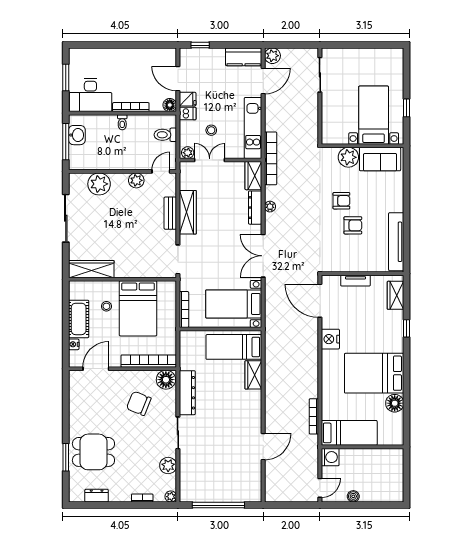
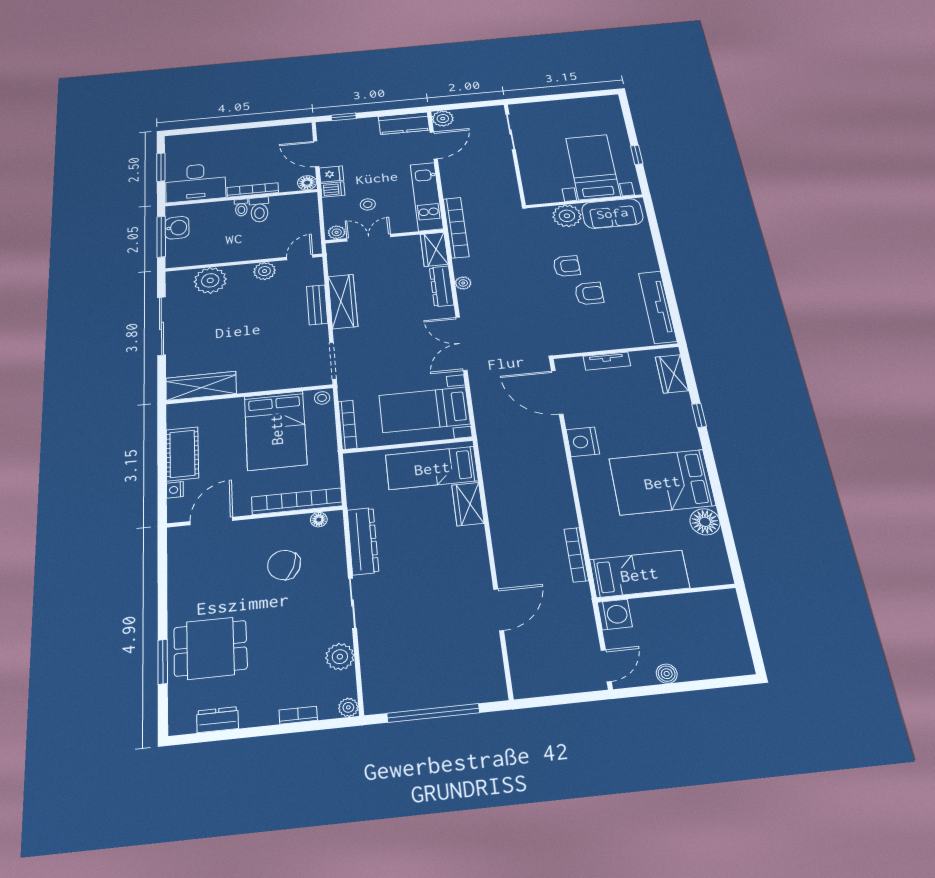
toilet: (165, 135) -> (259, 210), moved, turned -90
stool: (106, 306) -> (322, 398), moved
floor lamp: (166, 380) -> (319, 520), width x0.53, depth x0.53

